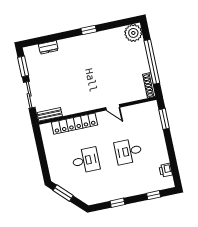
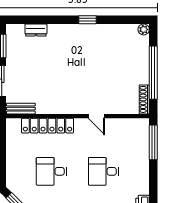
plant: (133, 33) -> (144, 29), width x0.53, depth x0.53
window: (164, 119) -> (153, 142), width x1.44
desk: (86, 160) -> (51, 171), turned 180

